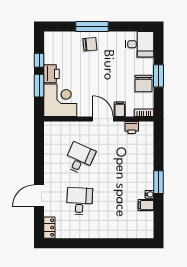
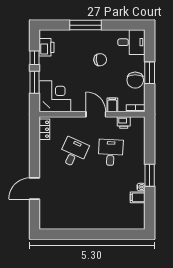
chair: (90, 44) -> (100, 60), moved
printer: (52, 74) -> (46, 47), moved
desk: (79, 201) -> (111, 152), moved
locker: (49, 228) -> (44, 129), moved

